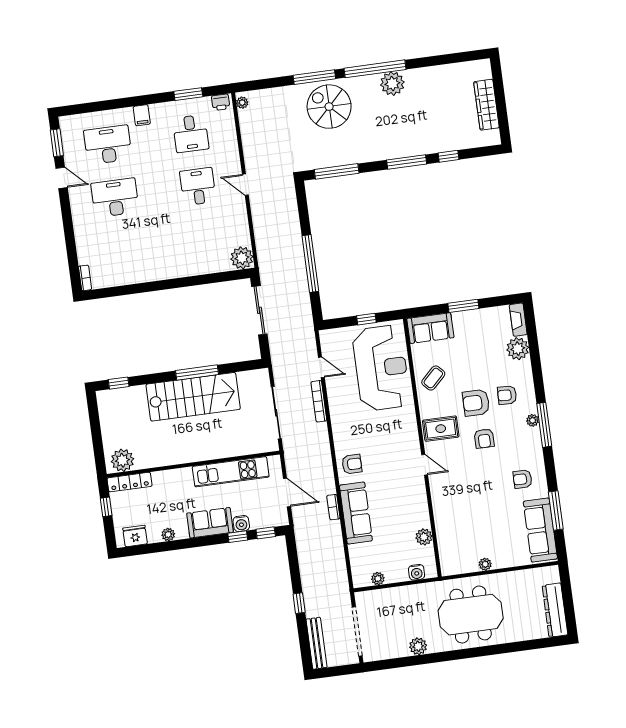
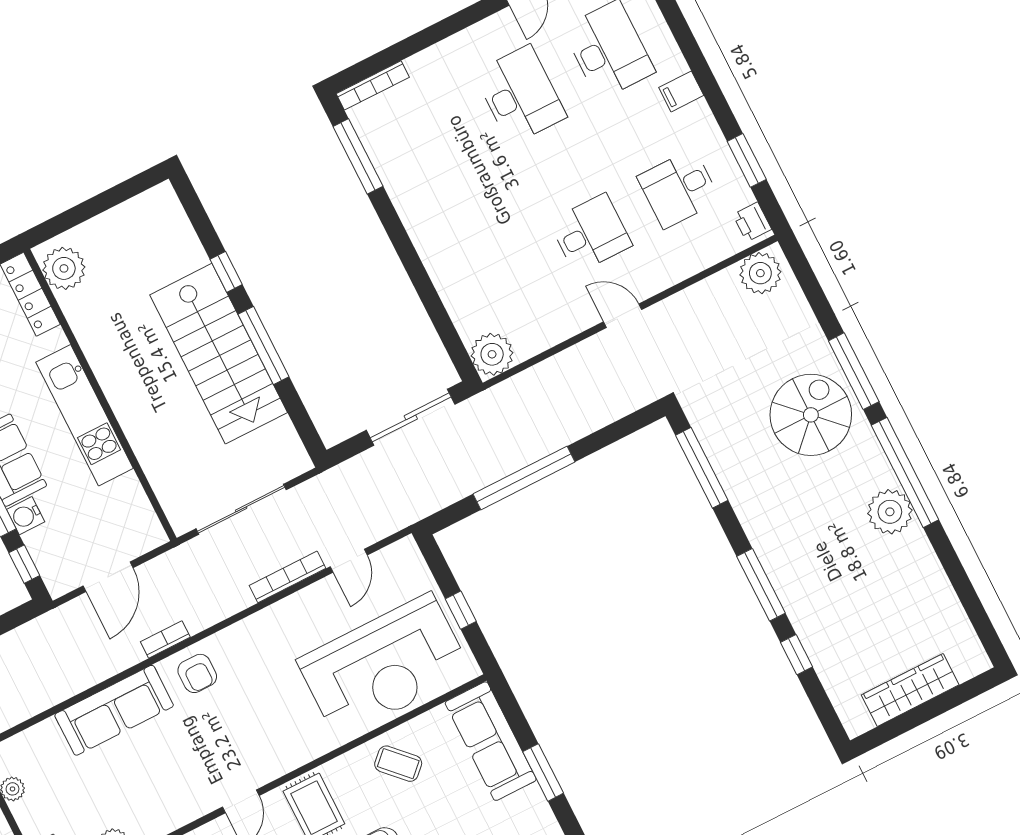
plant: (242, 103) -> (760, 273), width x1.88, depth x1.88
door: (245, 185) -> (623, 316), hinge flipped
bookcase: (85, 278) -> (373, 85), width x1.56
window: (118, 291) -> (358, 156), added
sofa: (430, 328) -> (491, 741), width x1.36
window: (119, 383) -> (226, 272), moved
kitchen unit: (231, 472) -> (85, 415), moved
bookcase: (333, 507) -> (165, 639), moved

